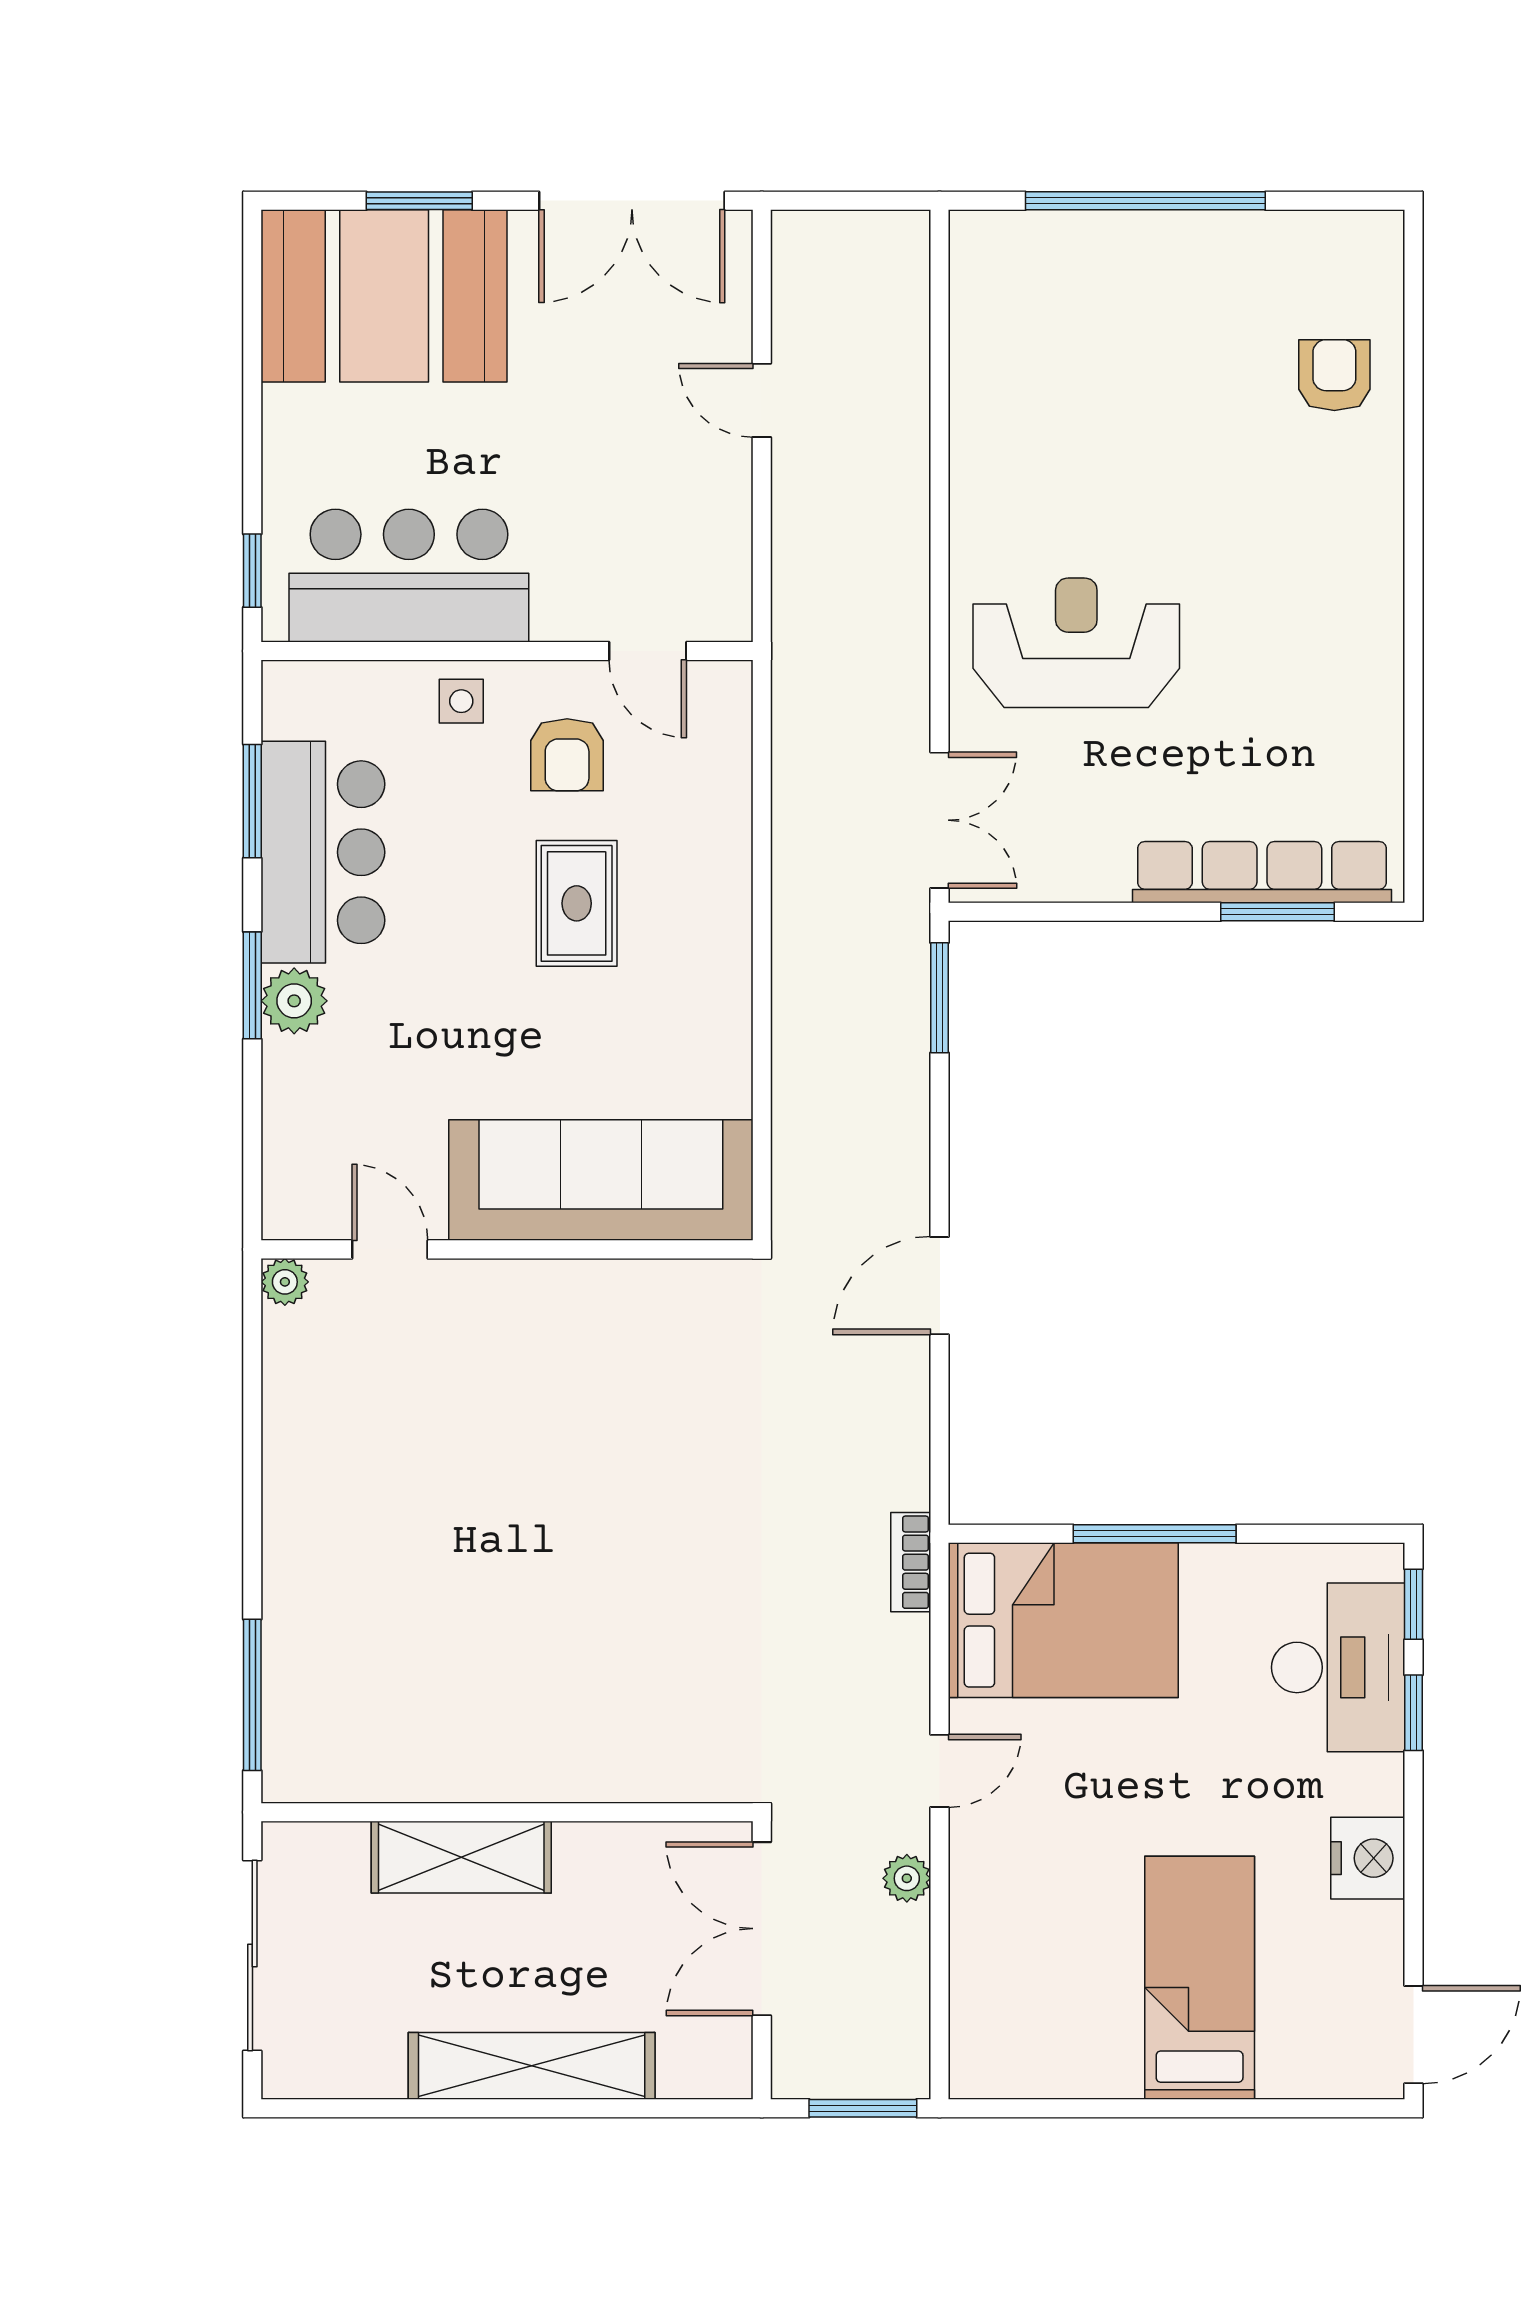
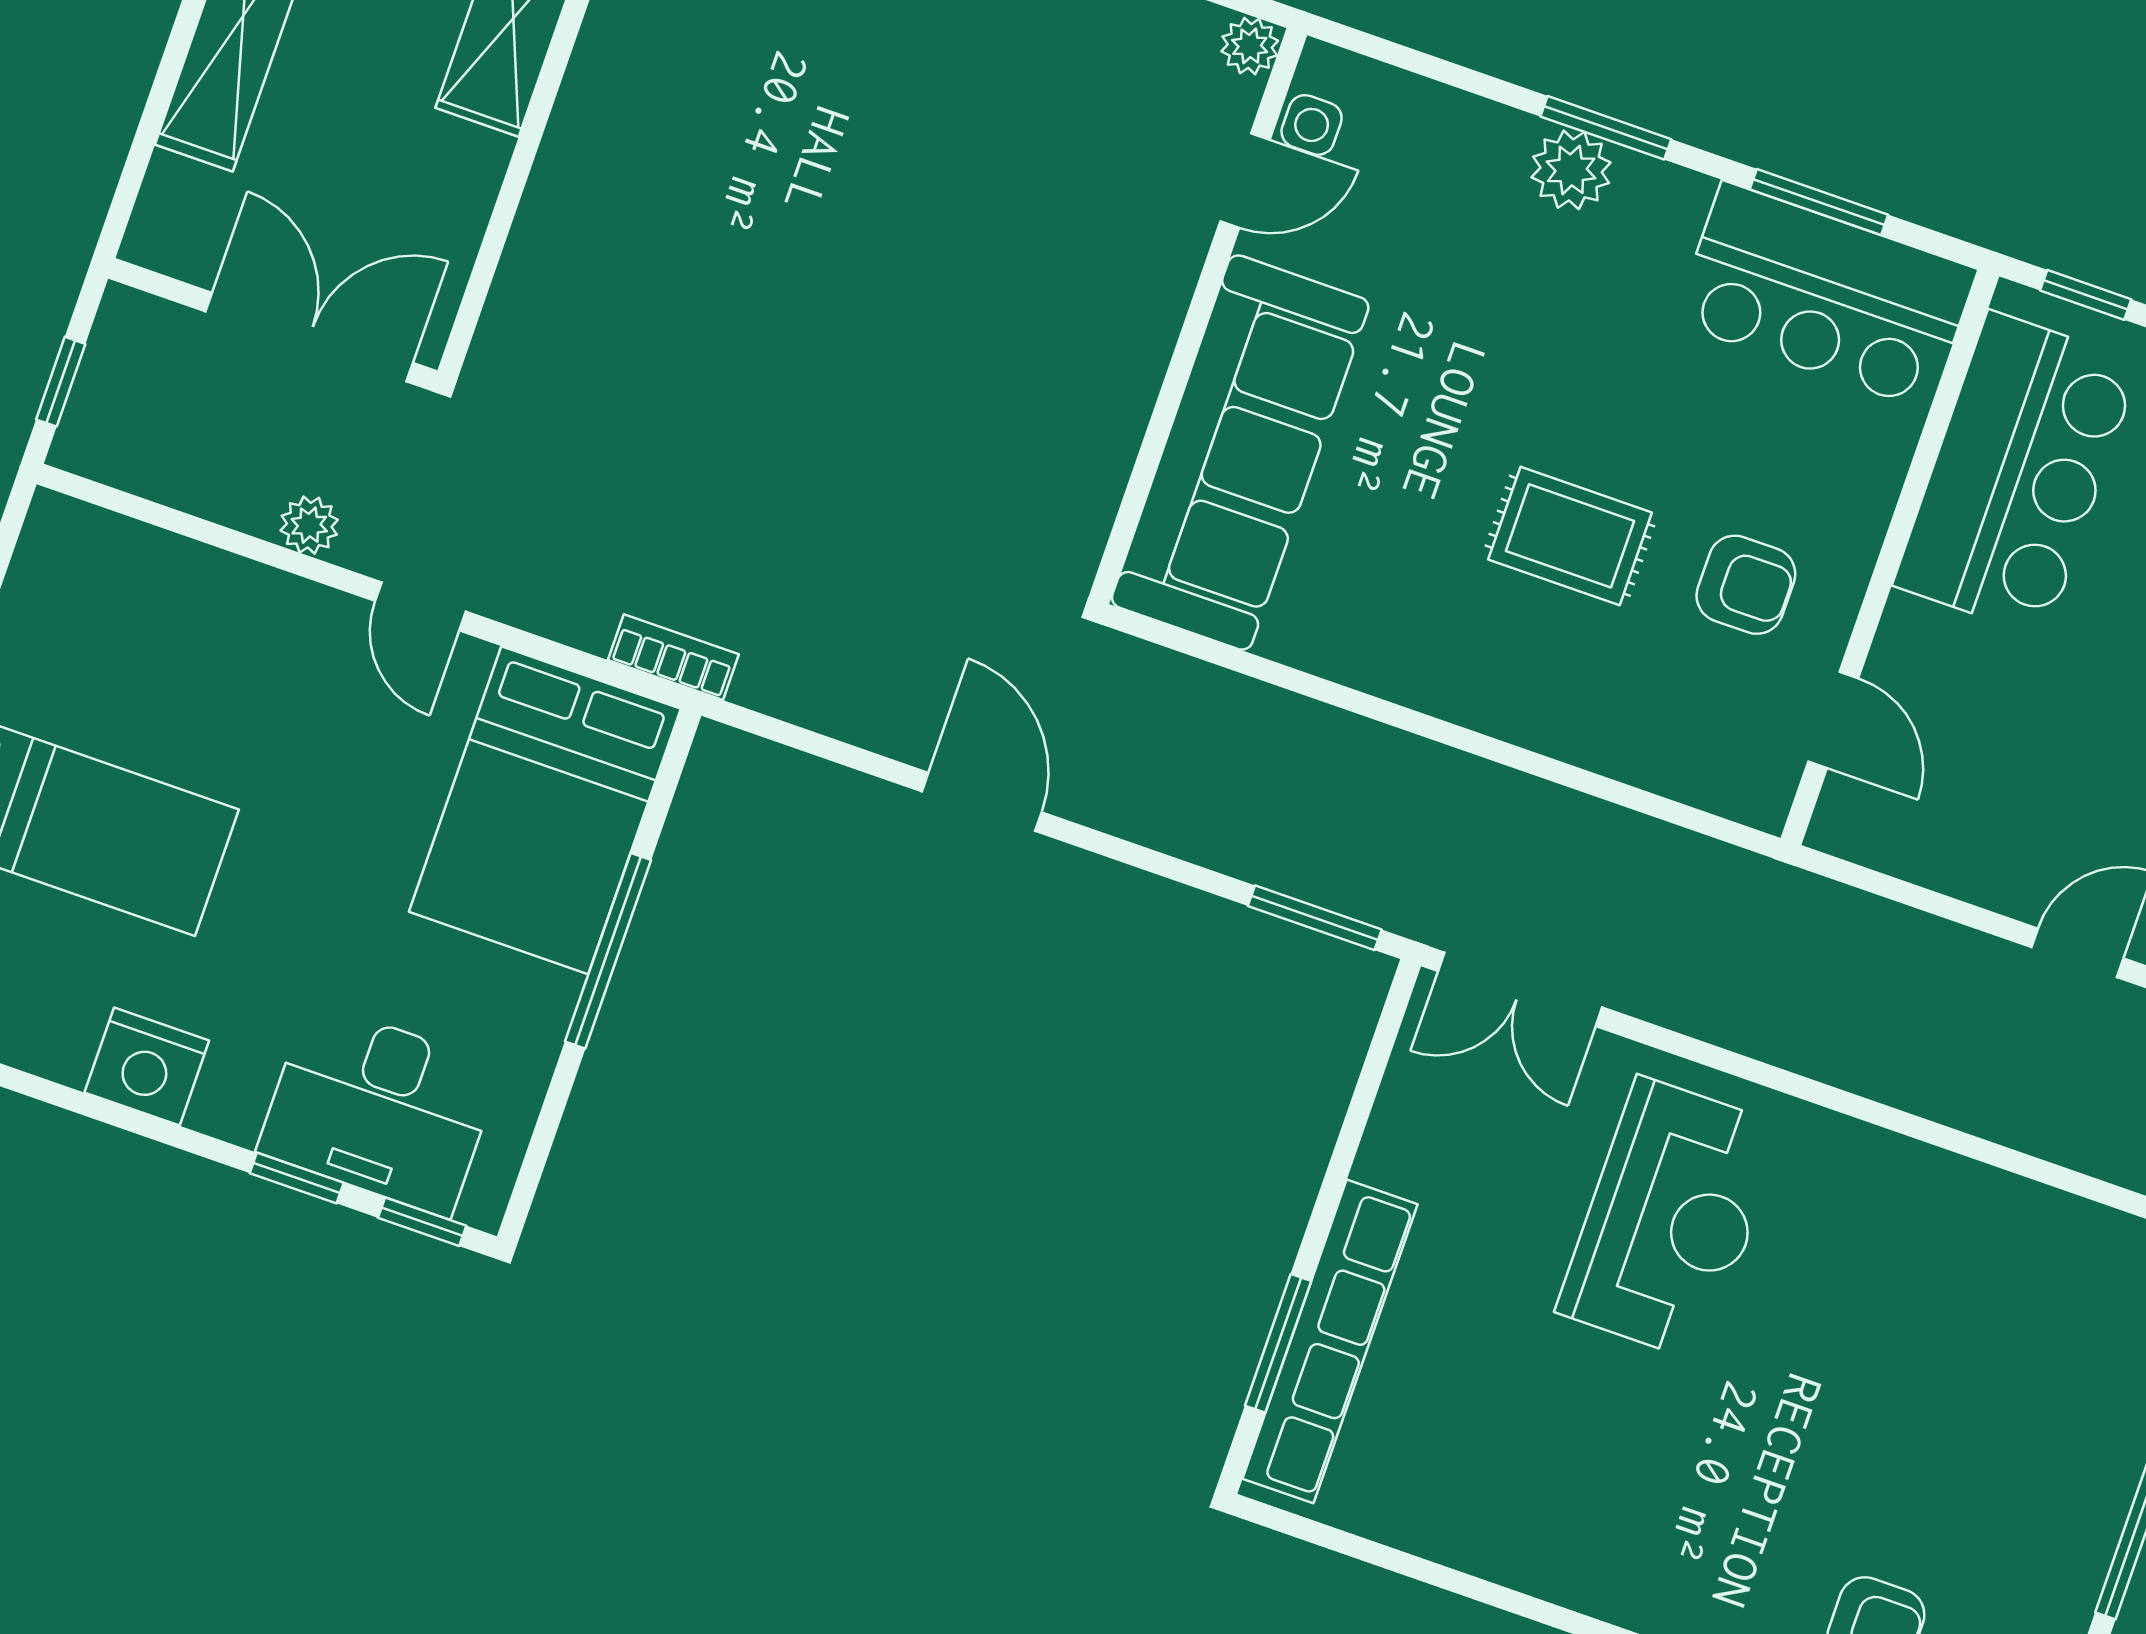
door: (648, 651) -> (1833, 720), swing flipped
side table: (461, 701) -> (1312, 125), moved
armchair: (567, 755) -> (1746, 585), turned 180
bar counter: (323, 852) -> (1826, 296), moved
window: (863, 2108) -> (61, 382), width x0.67

